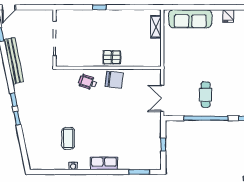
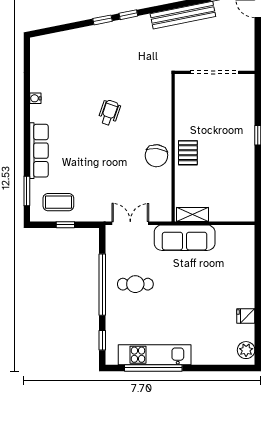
sofa: (190, 19) -> (185, 238), moved, turned -90
shelving: (156, 27) -> (193, 215), moved
wheelchair: (88, 82) -> (109, 113), moved
coffee table: (68, 138) -> (58, 202), moved
row of seats: (104, 163) -> (39, 151), width x1.48

